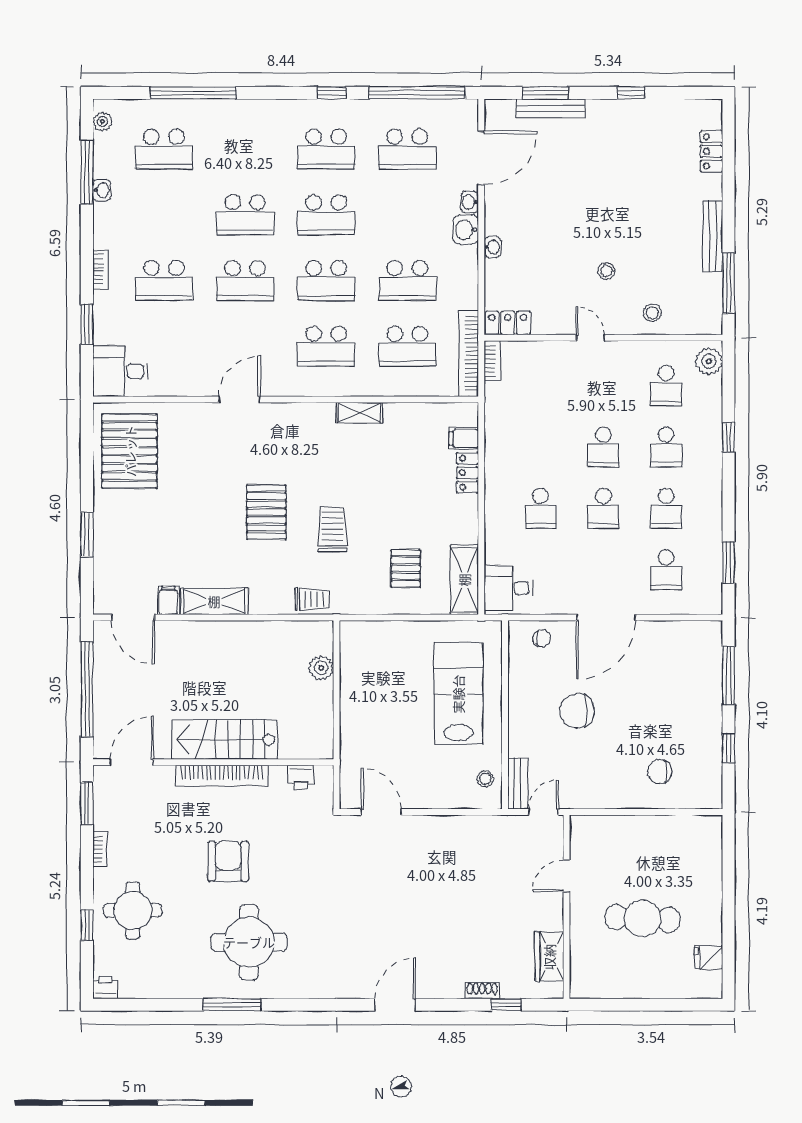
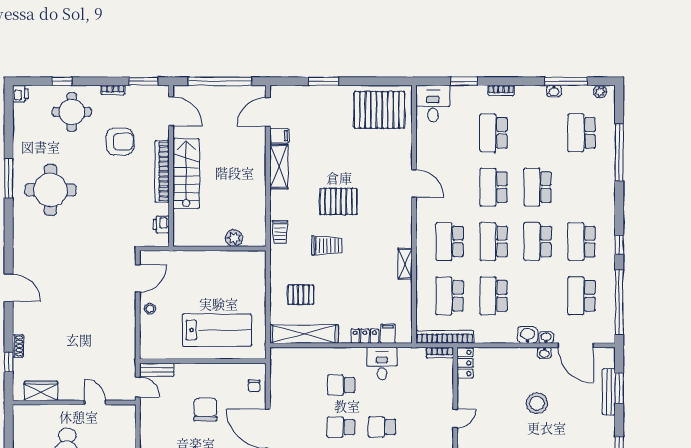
washbasin: (492, 247) -> (544, 353), moved
stool: (606, 271) -> (537, 403), moved, width x1.89, depth x1.89
shelving: (464, 580) -> (304, 334), width x1.47
desk: (509, 588) -> (382, 364), moved
stool: (485, 779) -> (150, 309), moved
armchair: (228, 861) -> (120, 142), moved

